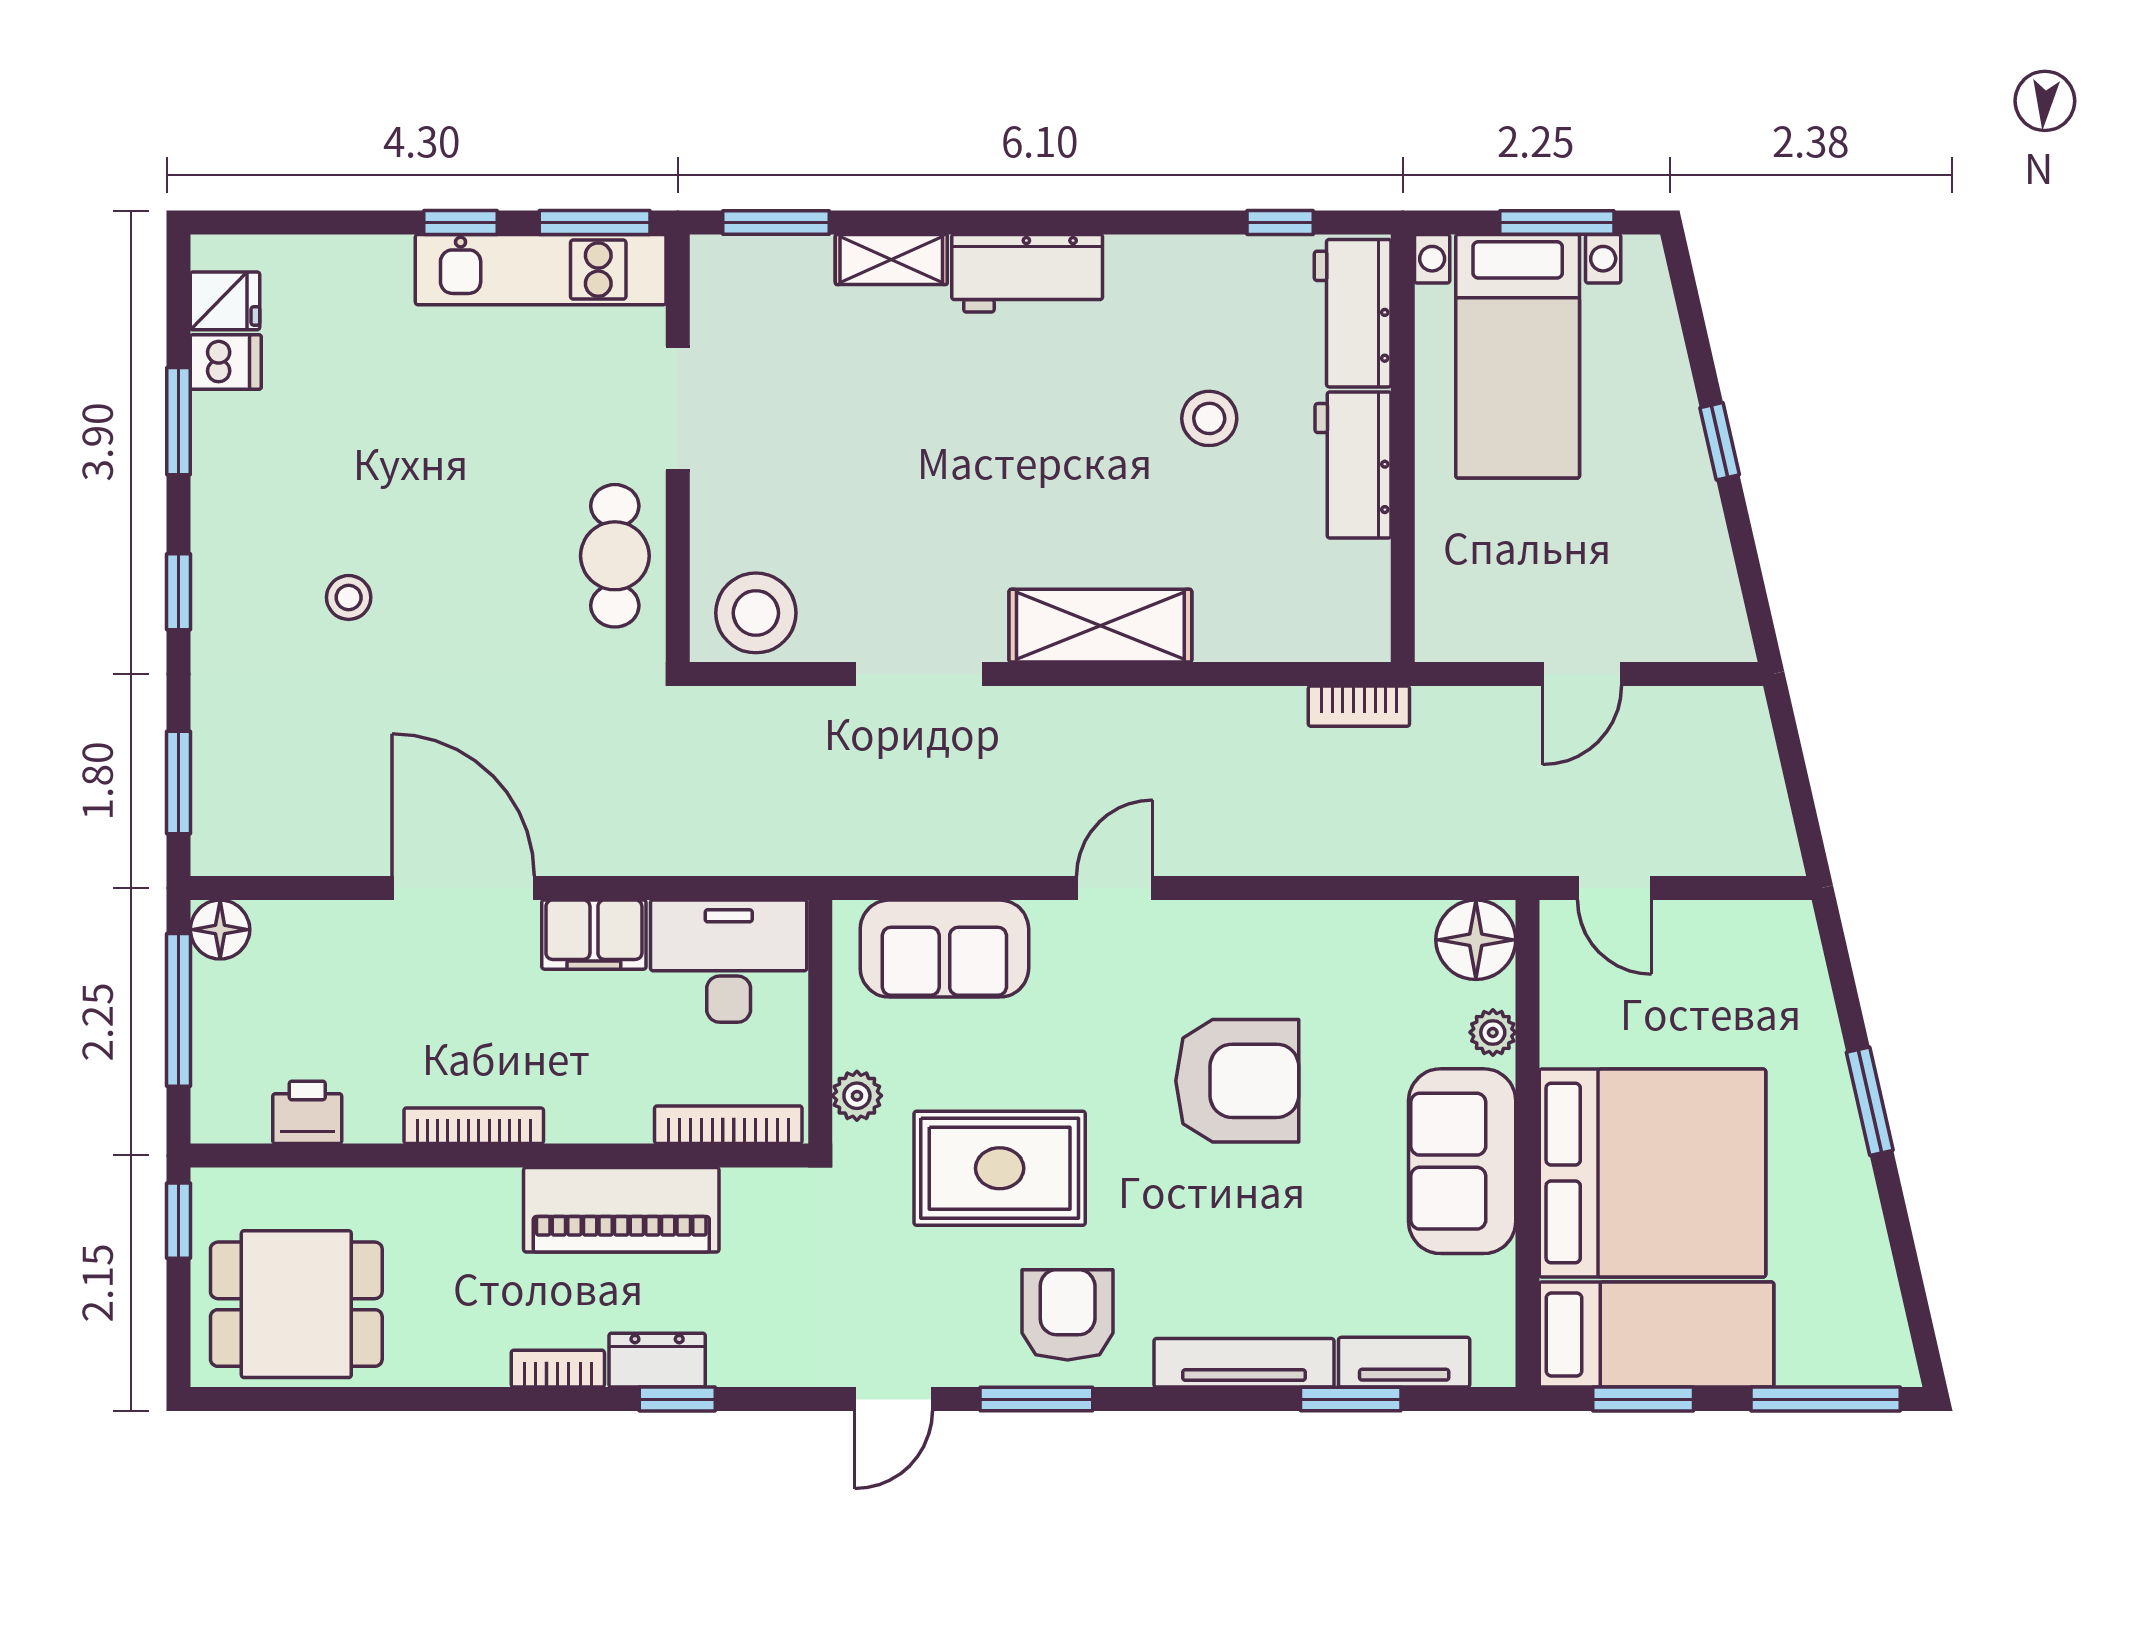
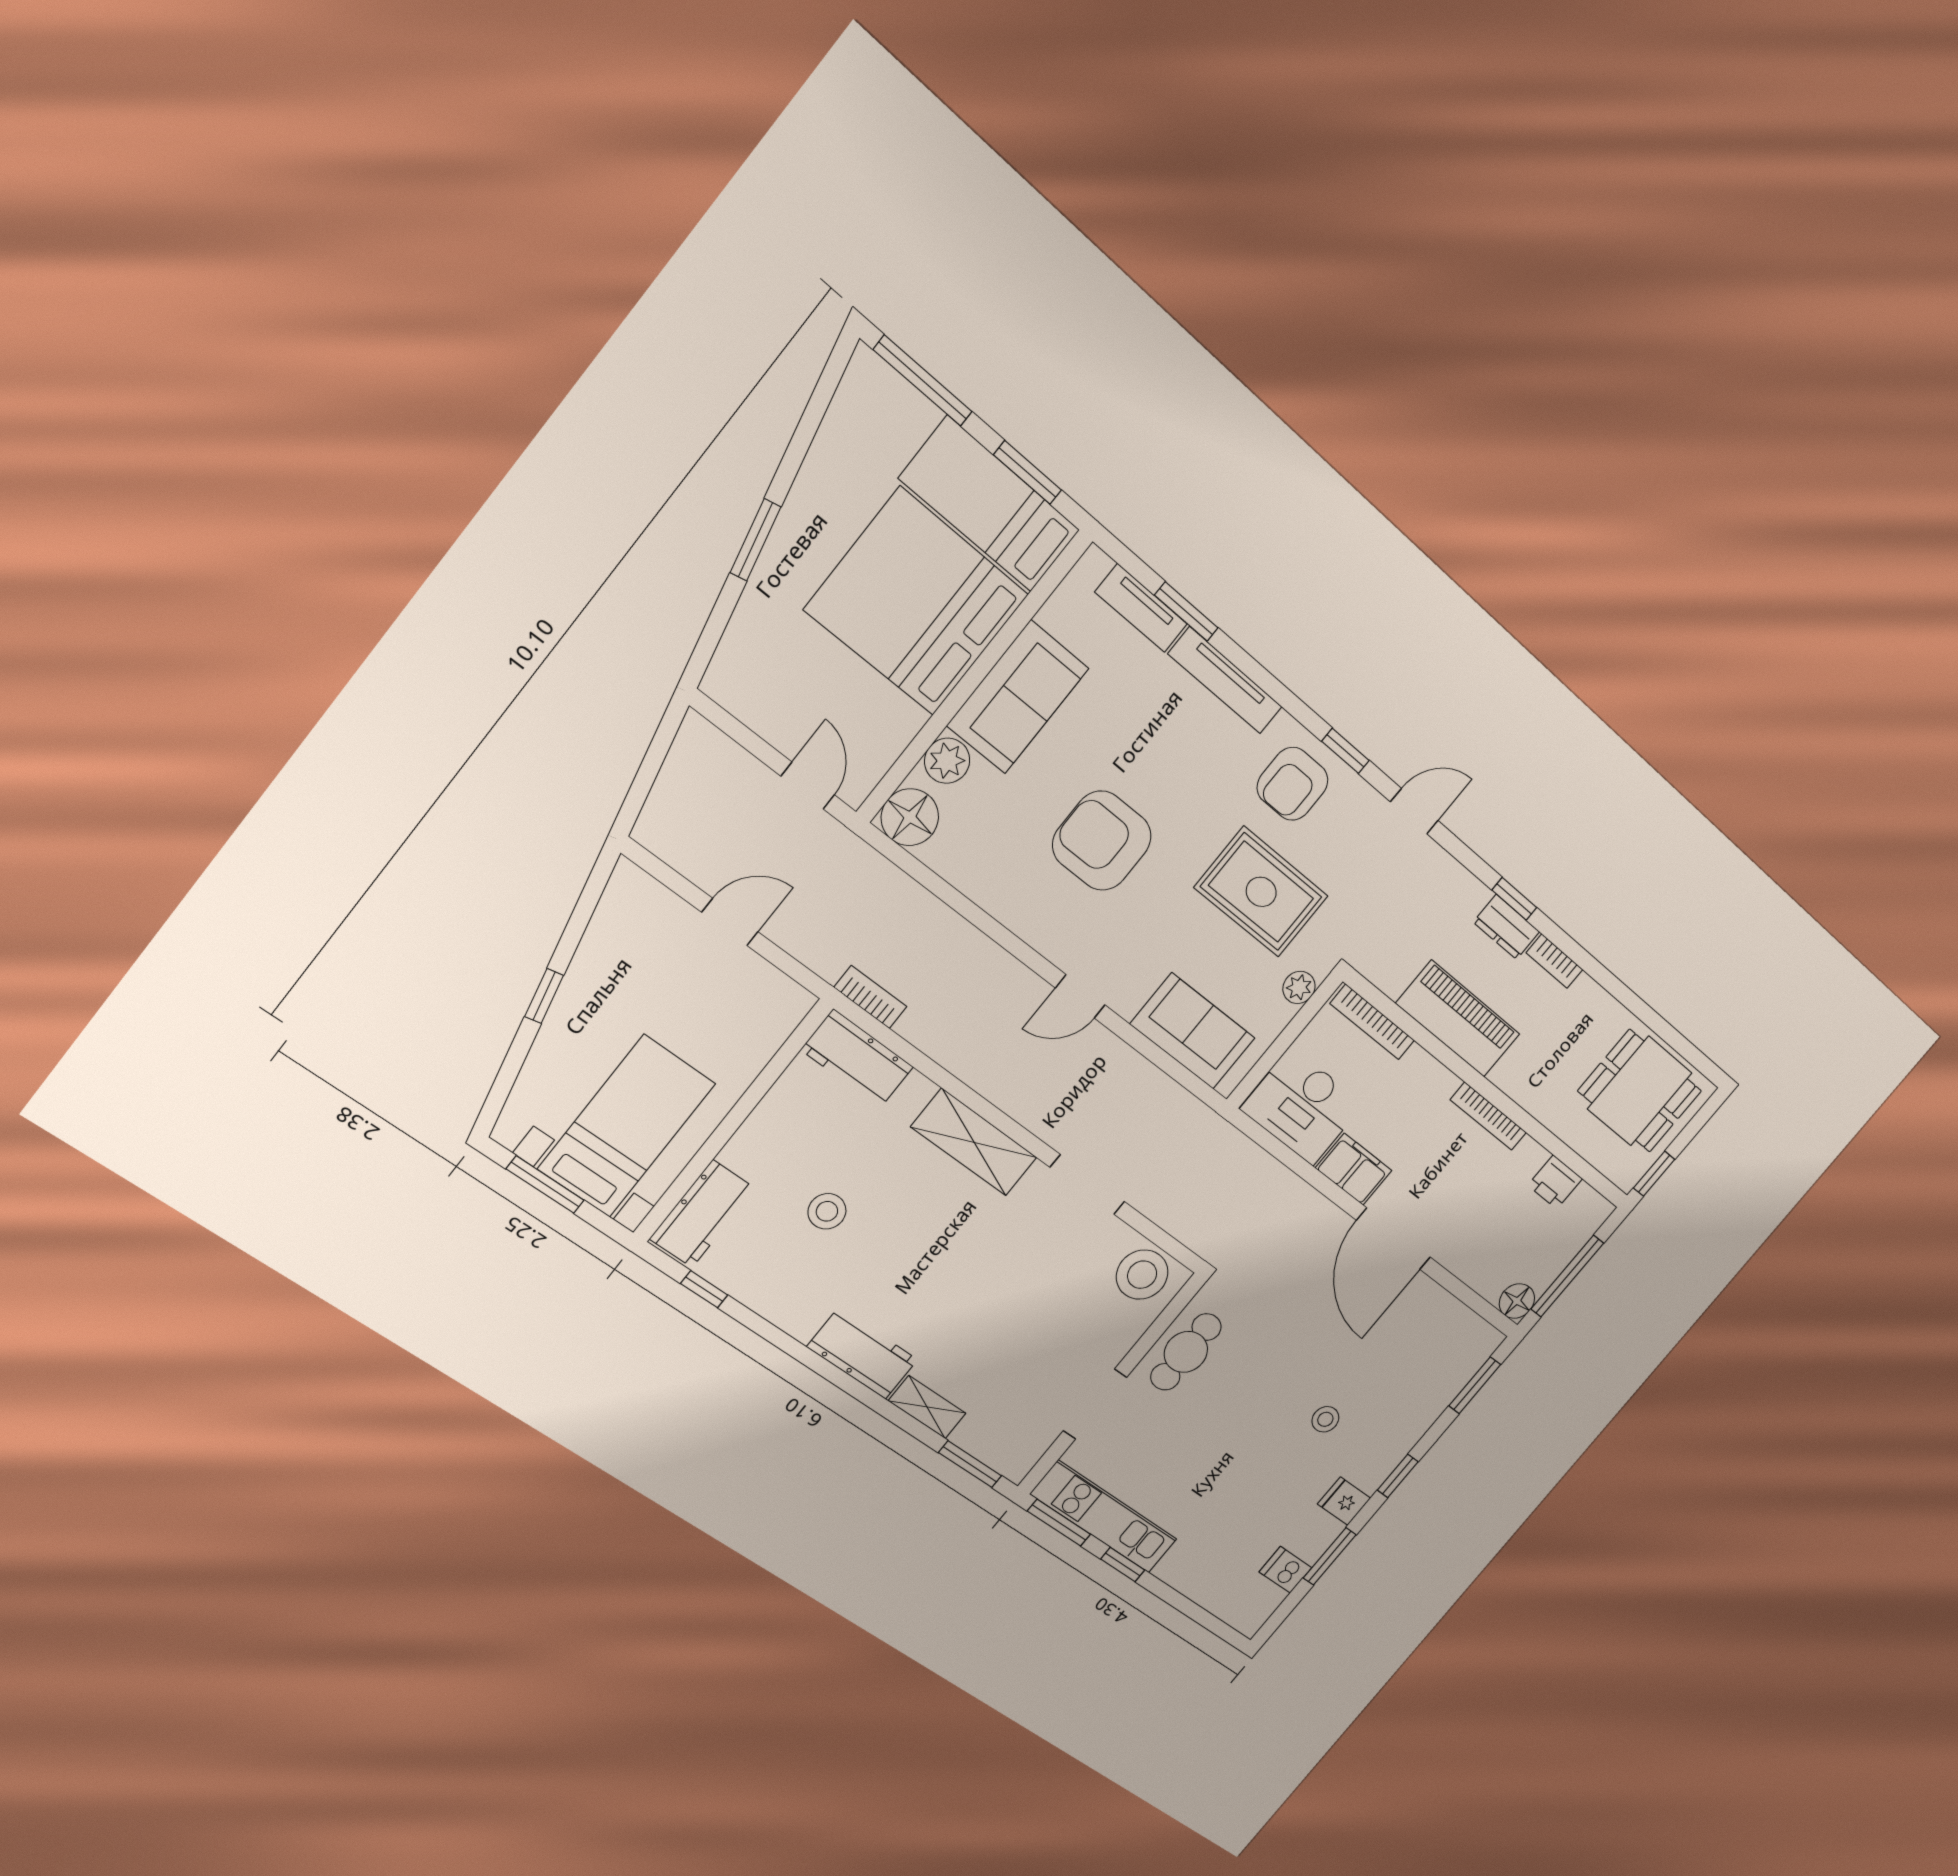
fridge: (225, 301) -> (1344, 1501), moved
workbench: (1353, 465) -> (857, 1059), moved, turned 90
plant: (1493, 1032) -> (947, 761), width x1.38, depth x1.38
window: (1036, 1399) -> (1345, 751), width x0.67

